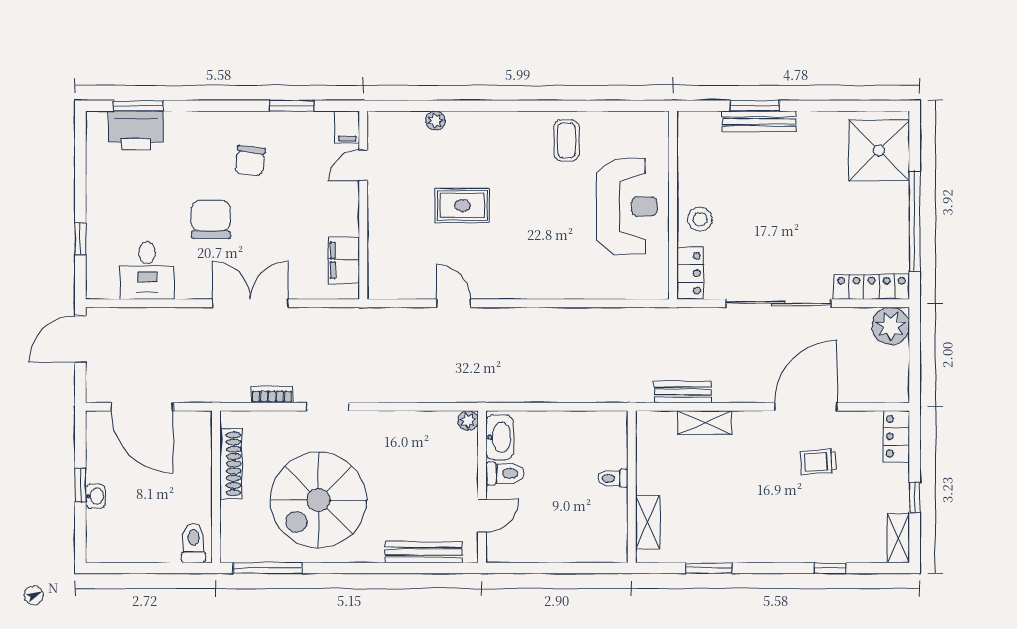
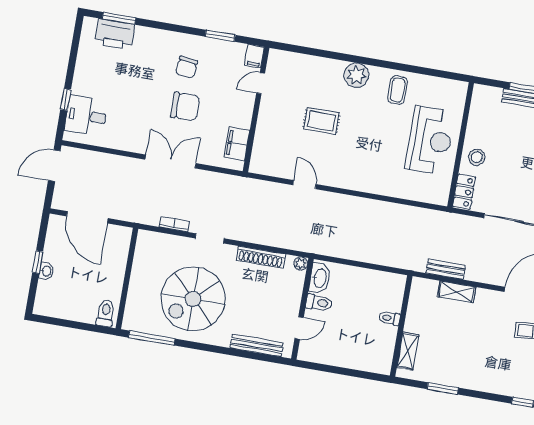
plant: (436, 121) -> (356, 75), moved, width x1.87, depth x1.87
chair: (211, 219) -> (185, 107), moved, turned 90
desk: (147, 270) -> (86, 116), moved, turned 90
shoe rack: (231, 464) -> (261, 257), moved, turned 90

